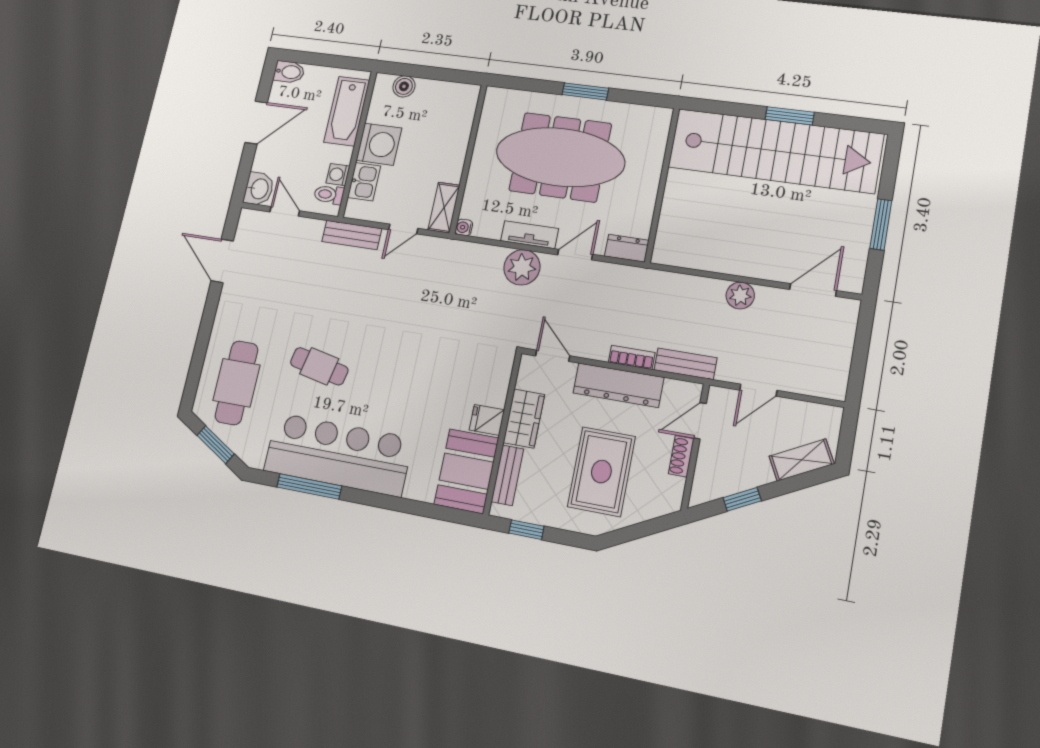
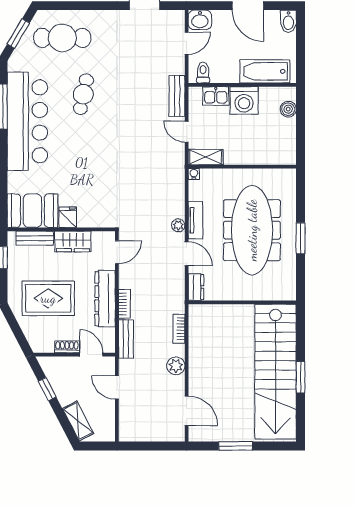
washing machine: (338, 175) -> (218, 76), removed
plant: (522, 267) -> (178, 225), width x0.53, depth x0.53
bookcase: (685, 282) -> (179, 329), added

